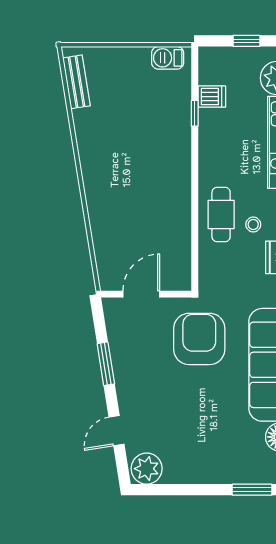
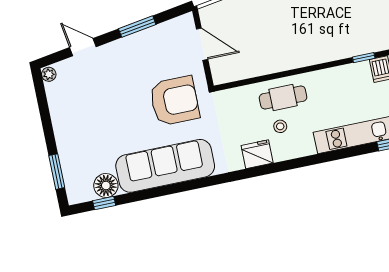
plant: (147, 469) -> (49, 74), width x0.53, depth x0.53

